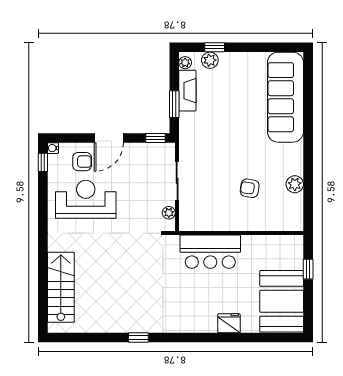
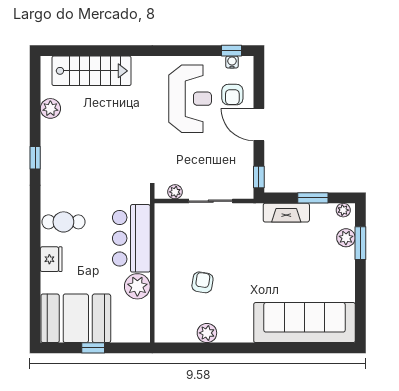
window: (215, 47) -> (360, 243), width x1.50
fireplace: (187, 91) -> (286, 213), moved
window: (174, 104) -> (313, 198), moved
water cooler: (53, 148) -> (232, 62), moved
plant: (253, 246) -> (137, 286), added
window: (308, 269) -> (93, 348), moved
cafe table: (196, 312) -> (63, 222), added
plant: (94, 324) -> (50, 108), added

